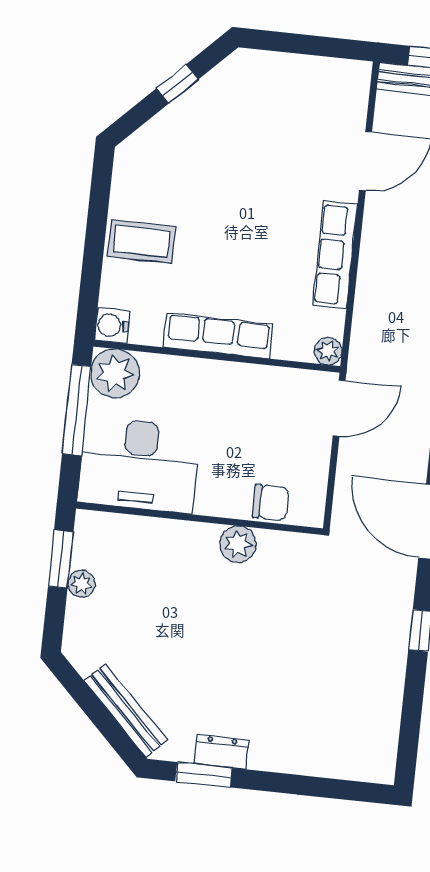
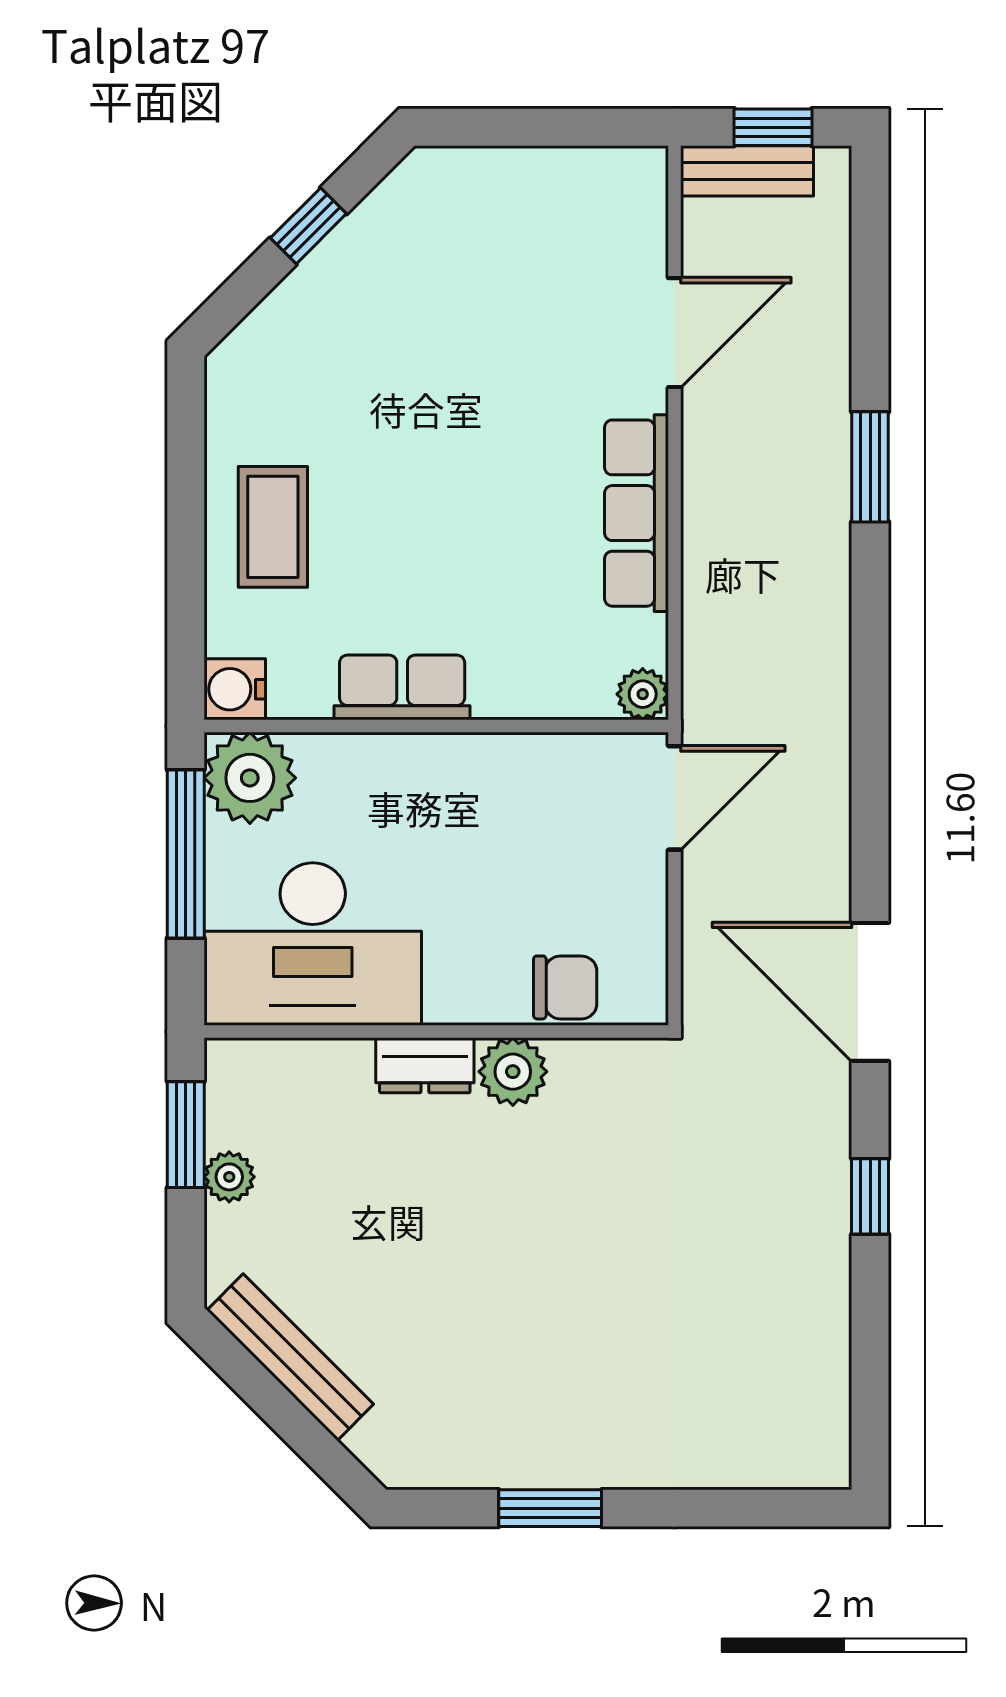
coffee table: (141, 241) -> (273, 527), turned 90
row of seats: (218, 336) -> (402, 687), width x0.68
bench: (126, 710) -> (290, 1357), moved
dresser: (221, 752) -> (425, 1065), moved, turned 180
window: (204, 775) -> (550, 1508), moved

